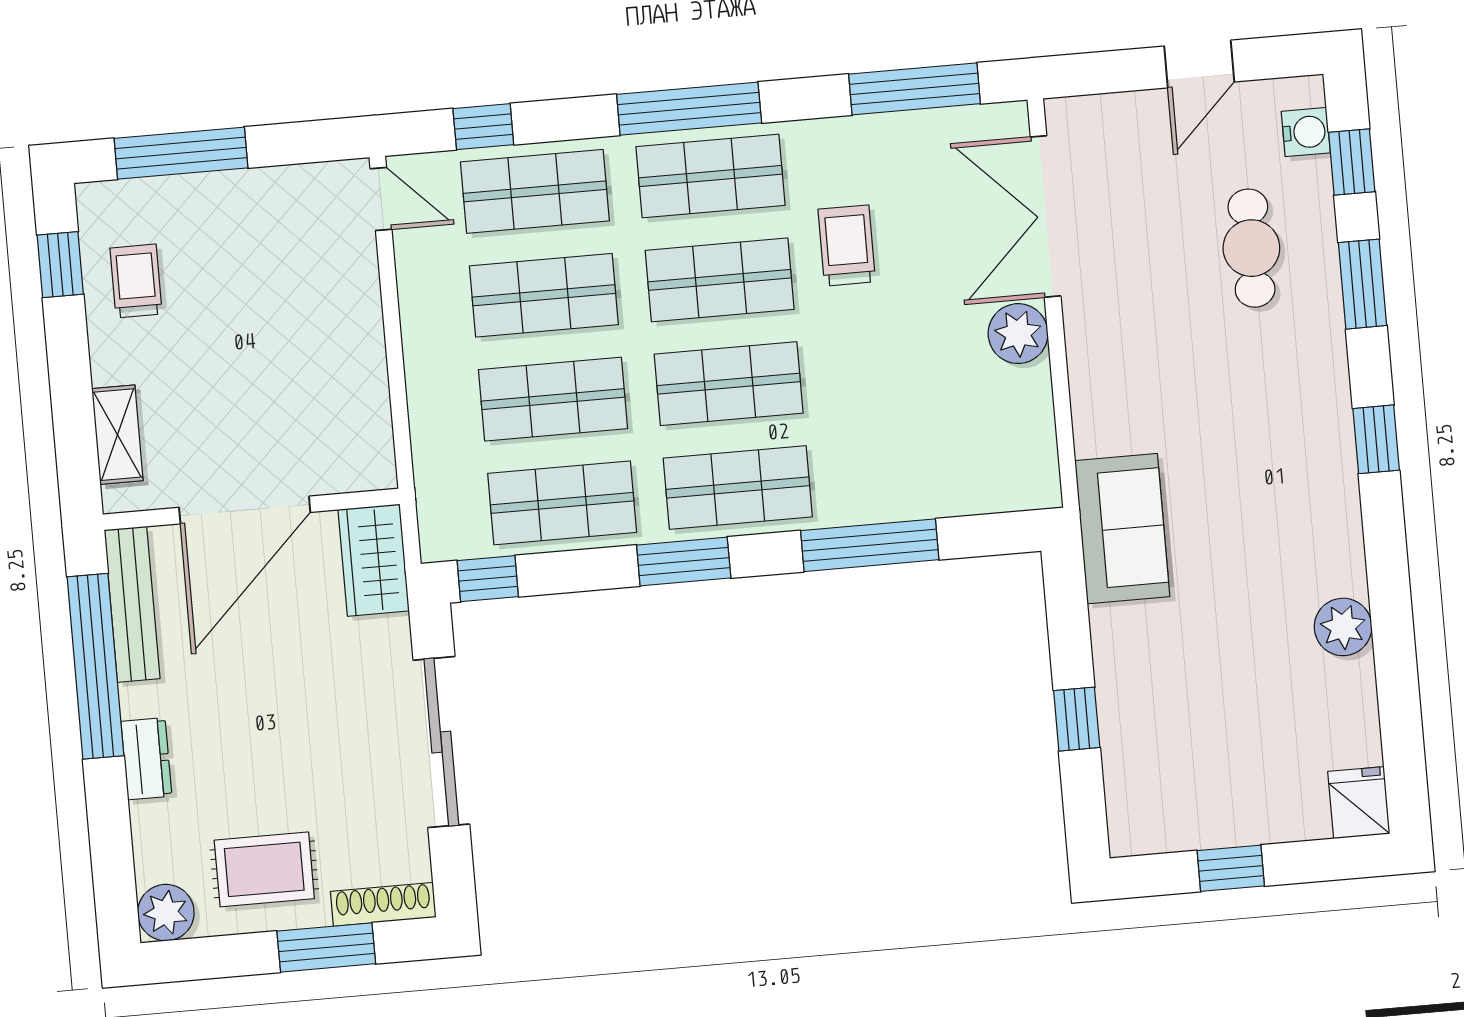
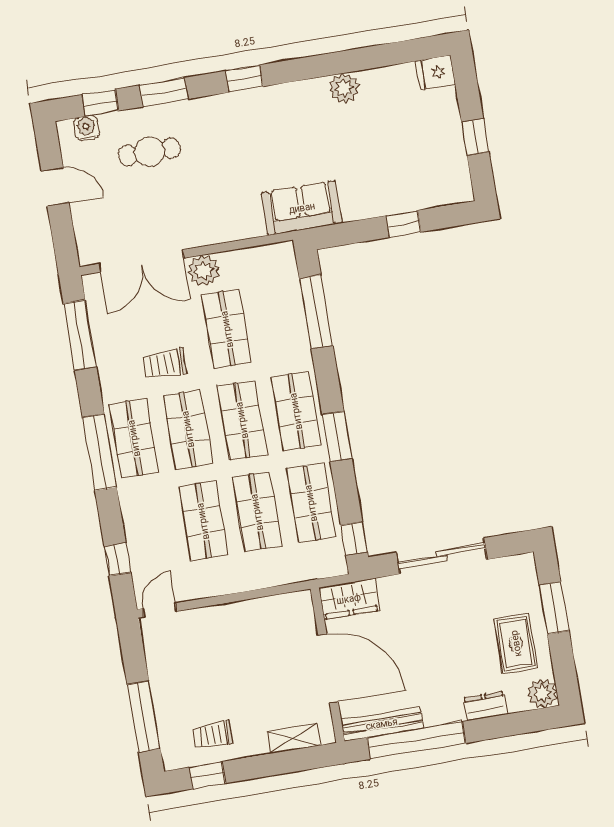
shop shelf: (535, 191) -> (227, 329), moved
window: (870, 545) -> (316, 312), moved
dresser: (146, 759) -> (485, 706), moved
shoe rack: (383, 904) -> (529, 580), removed

